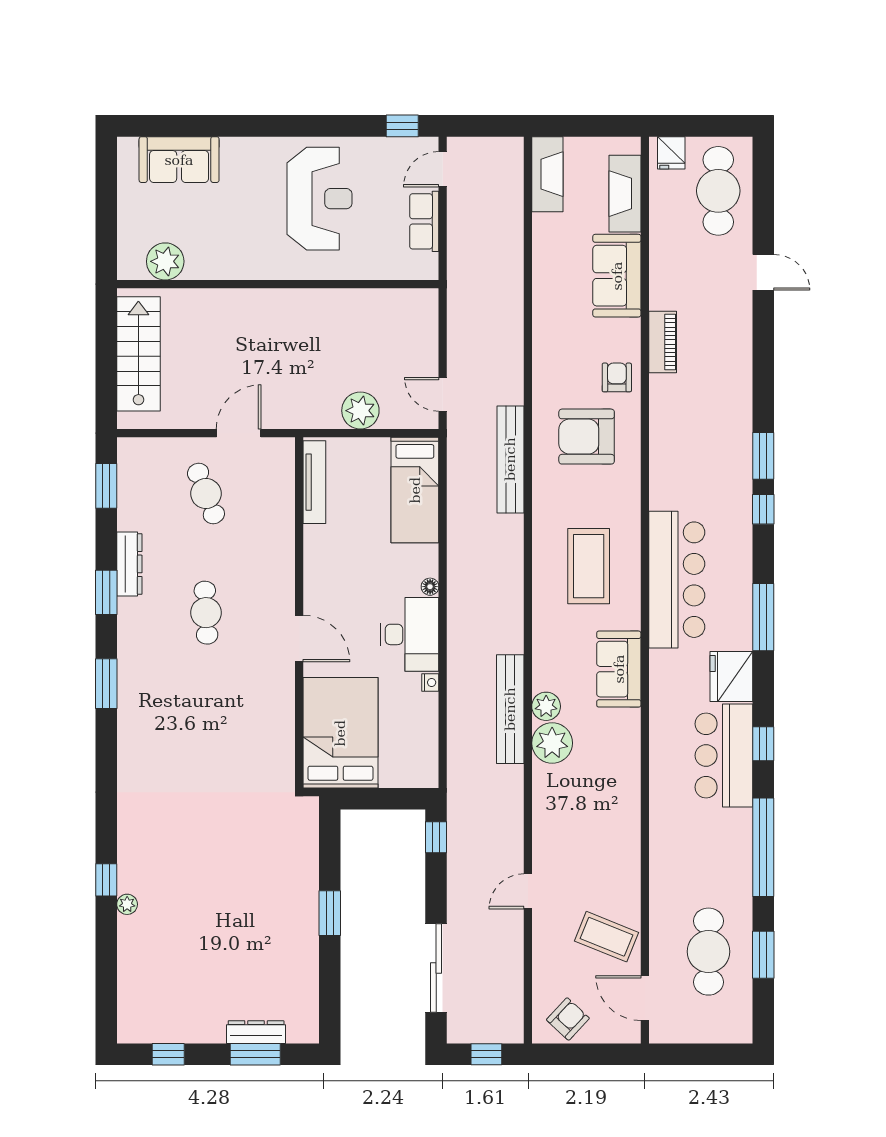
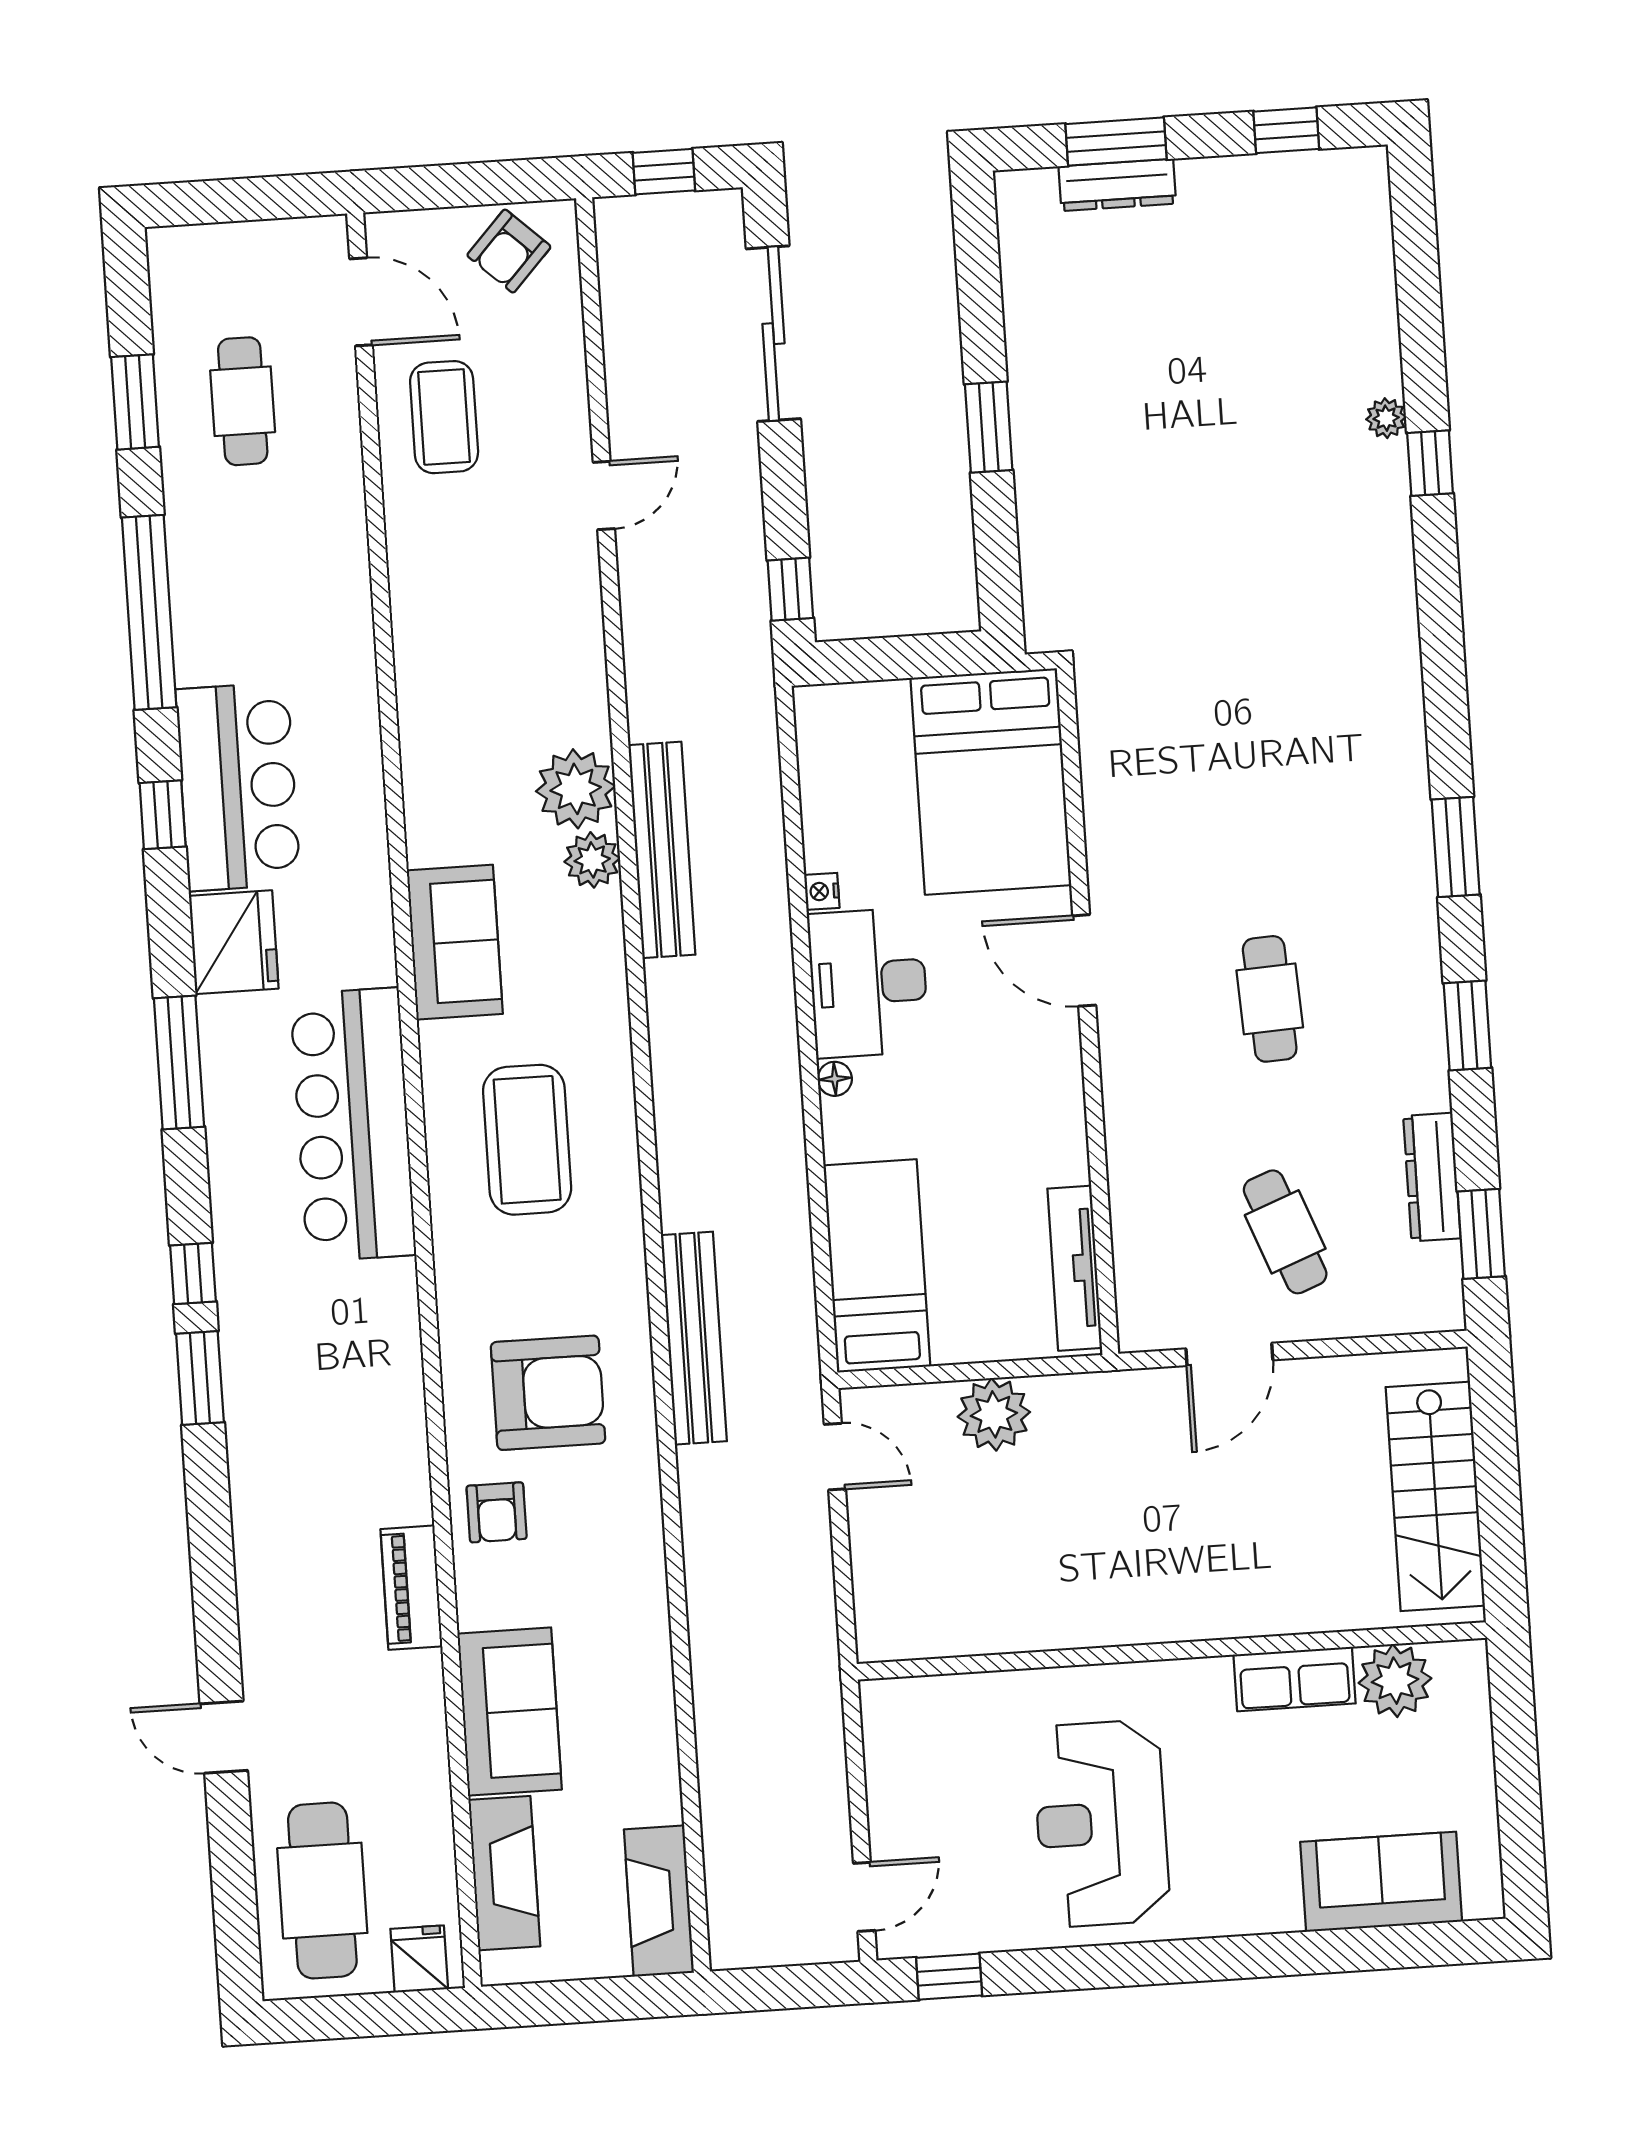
row of seats: (424, 221) -> (1295, 1679), moved, turned 90
dresser: (129, 564) -> (1432, 1177), moved
coffee table: (607, 937) -> (444, 417), turned 68
cafe table: (708, 952) -> (243, 401), width x0.73, depth x0.74

